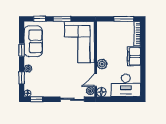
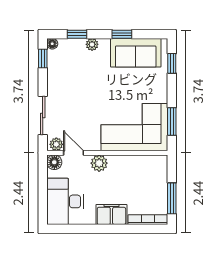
window: (62, 19) -> (172, 121), moved

